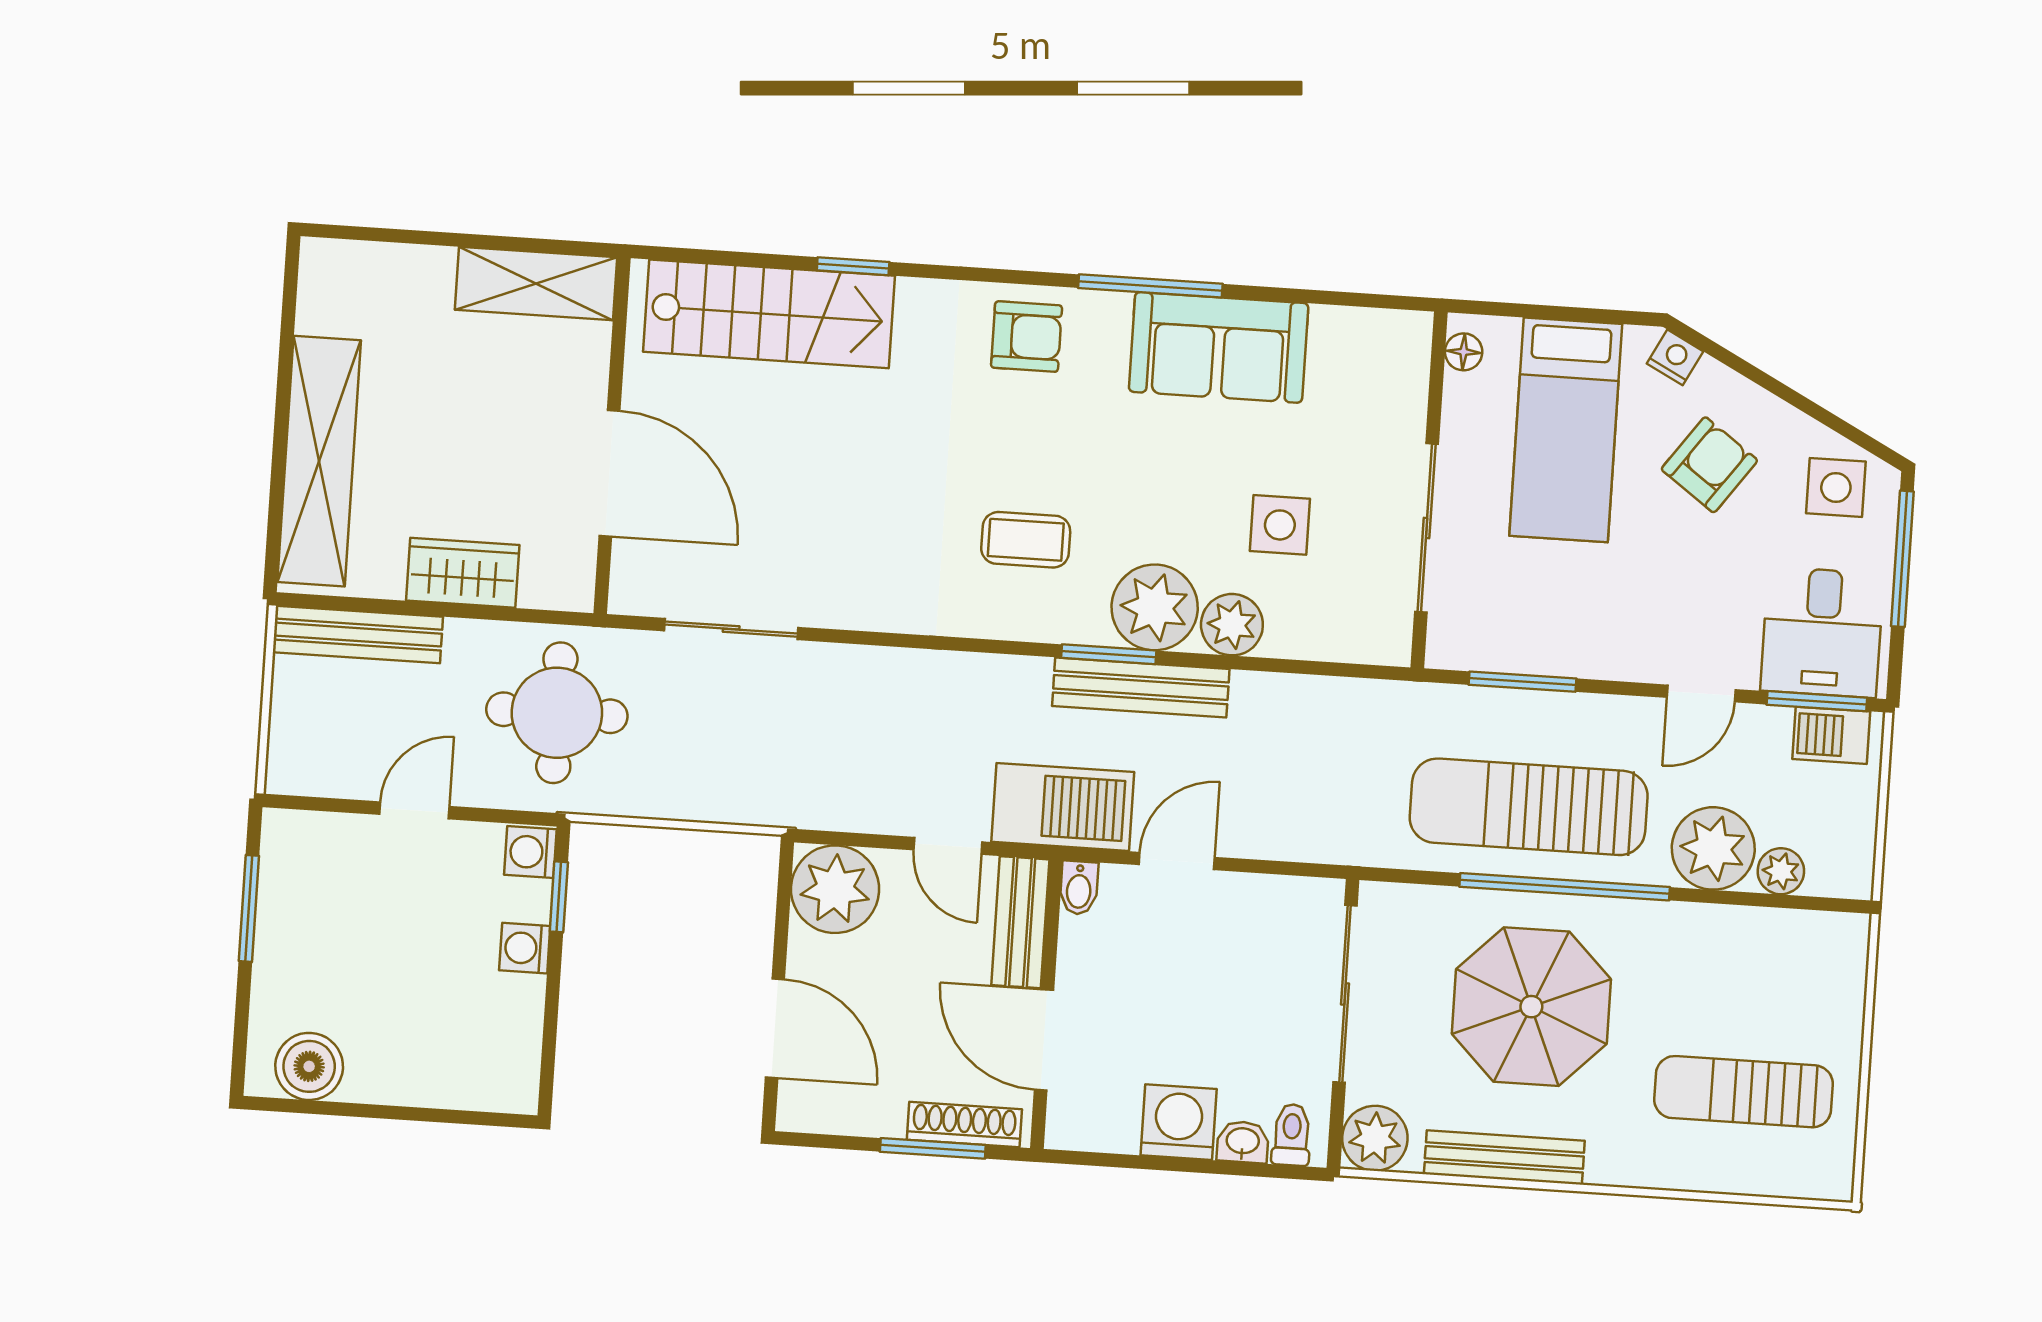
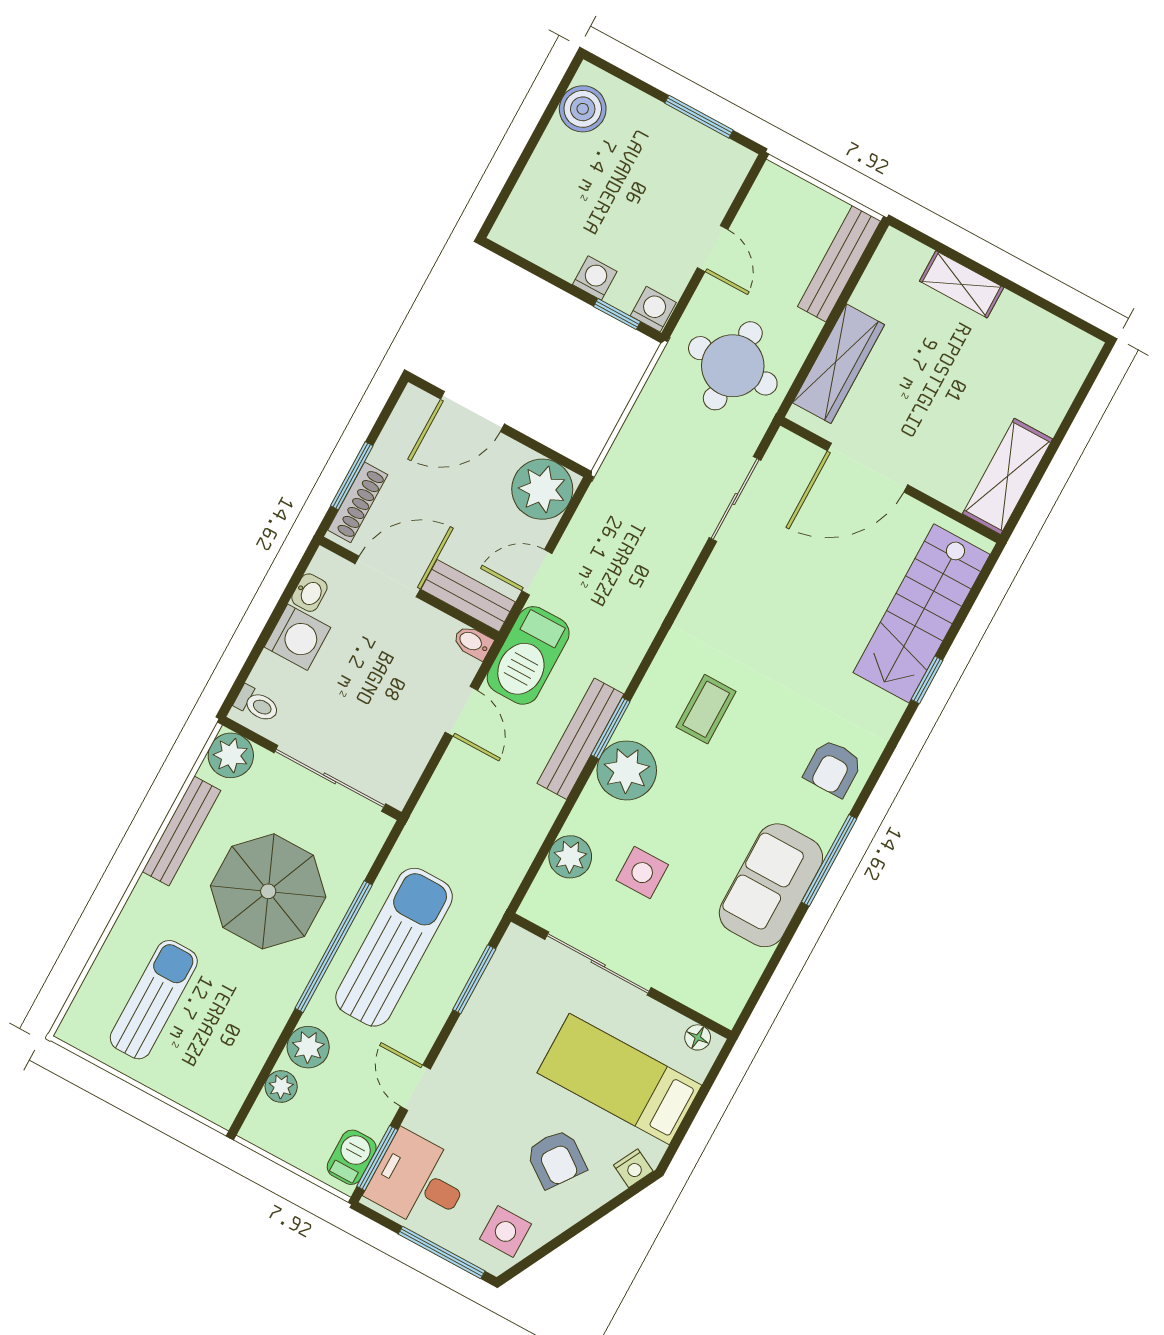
shelving: (319, 461) -> (962, 284), width x0.45, depth x0.75
wardrobe: (463, 573) -> (839, 364), width x1.50
plant: (1232, 625) -> (570, 857), moved
plant: (1713, 848) -> (308, 1047), width x0.73, depth x0.73
washbasin: (1243, 1142) -> (309, 593), moved

